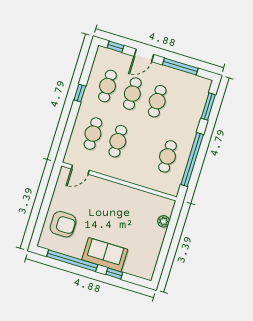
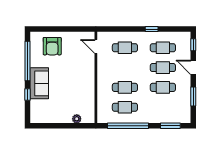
window: (180, 67) -> (193, 96), width x0.69
cafe table: (118, 141) -> (125, 87), moved

